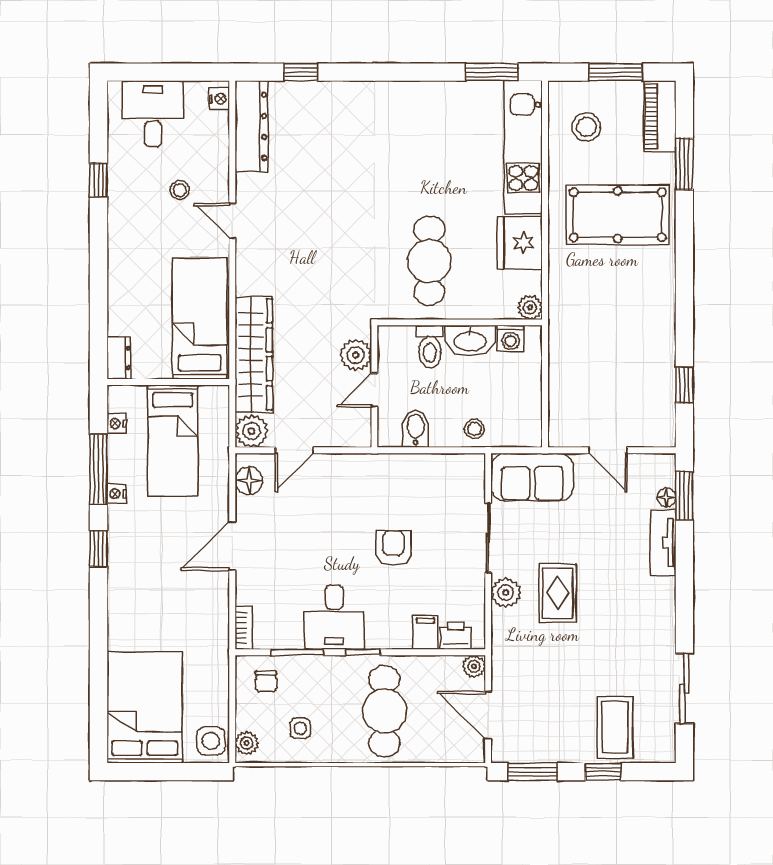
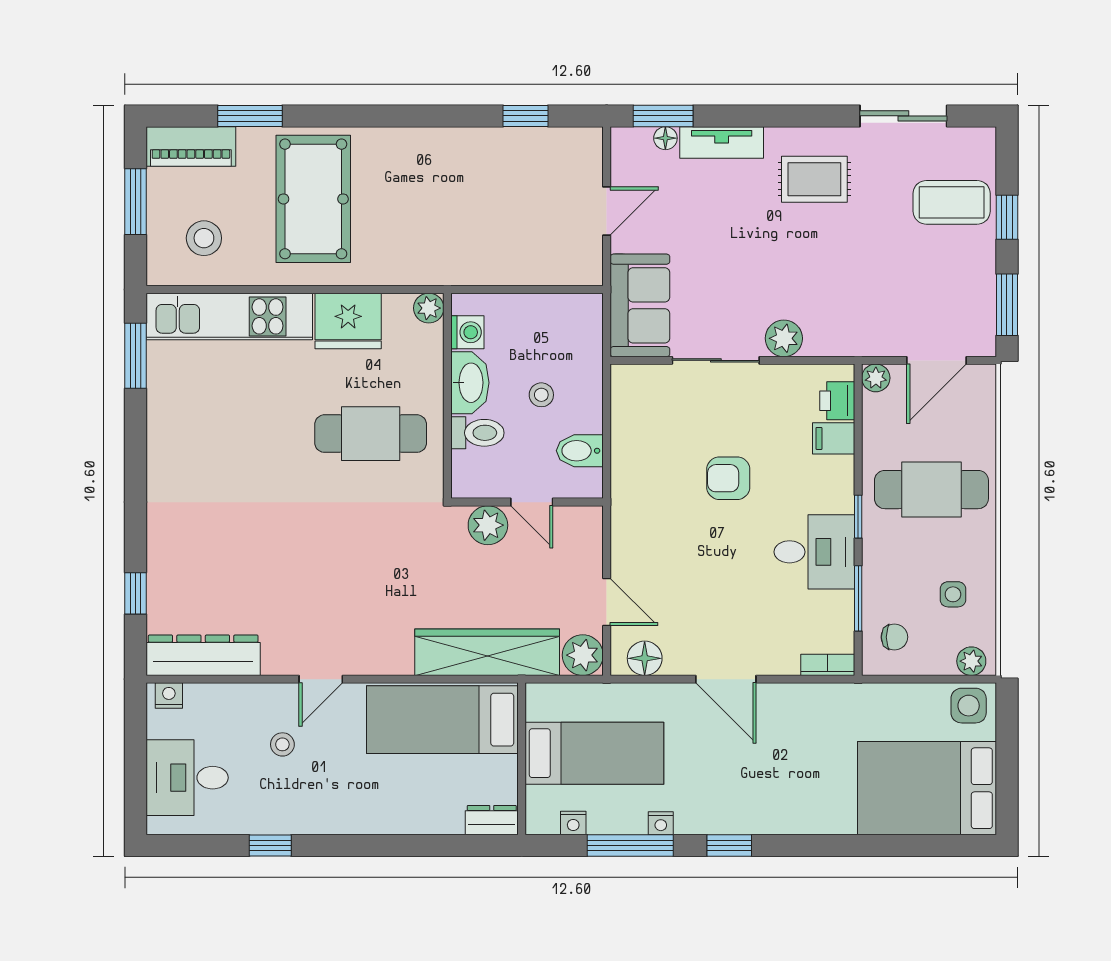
stool: (474, 429) -> (541, 395), moved
rug: (558, 593) -> (814, 179), moved

